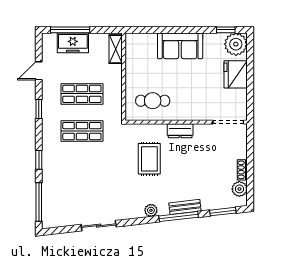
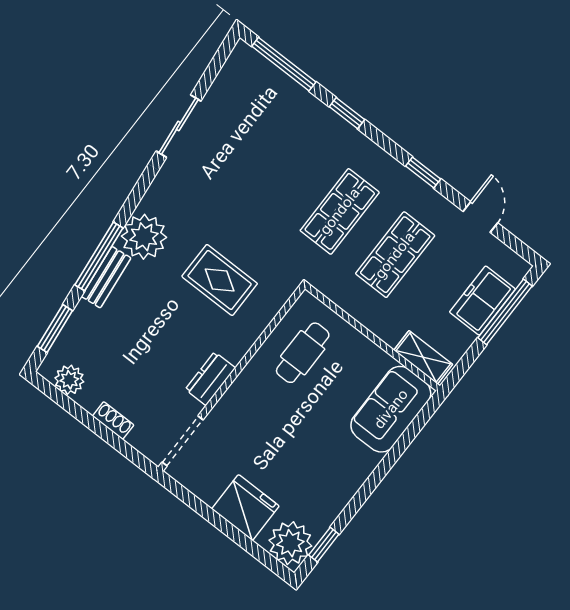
sofa: (180, 46) -> (391, 409), moved
dresser: (180, 131) -> (210, 379), moved
shoe rack: (242, 170) -> (113, 421), moved
plant: (151, 210) -> (144, 237), width x1.87, depth x1.87

